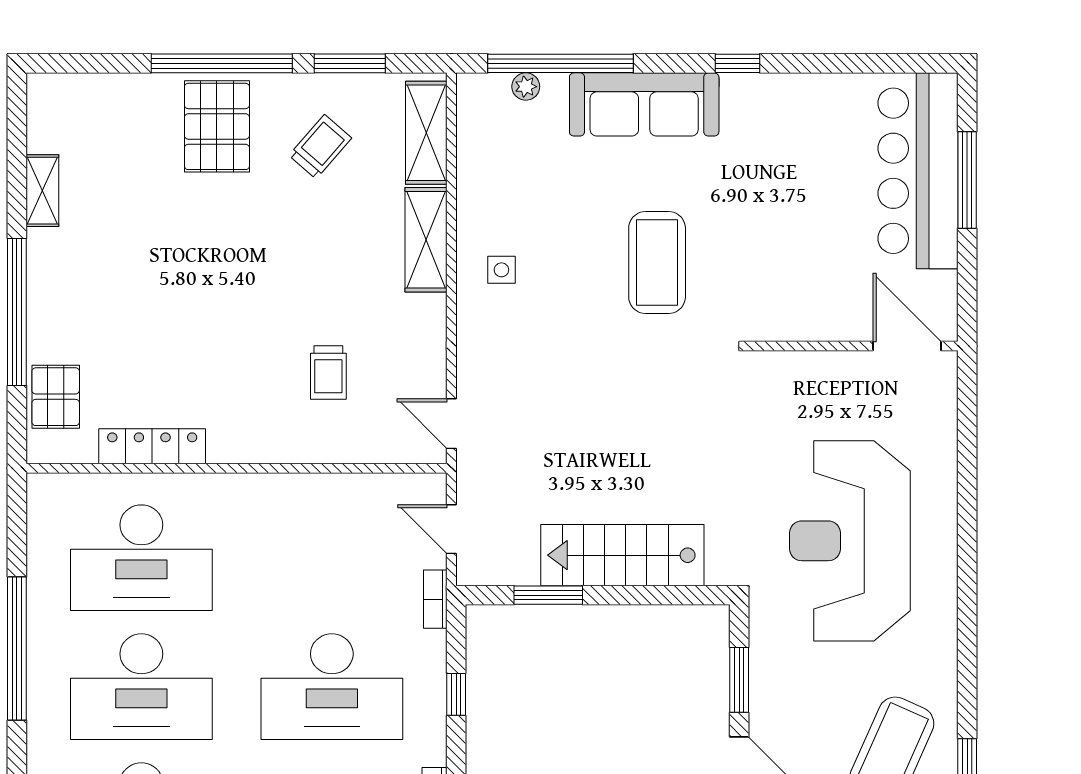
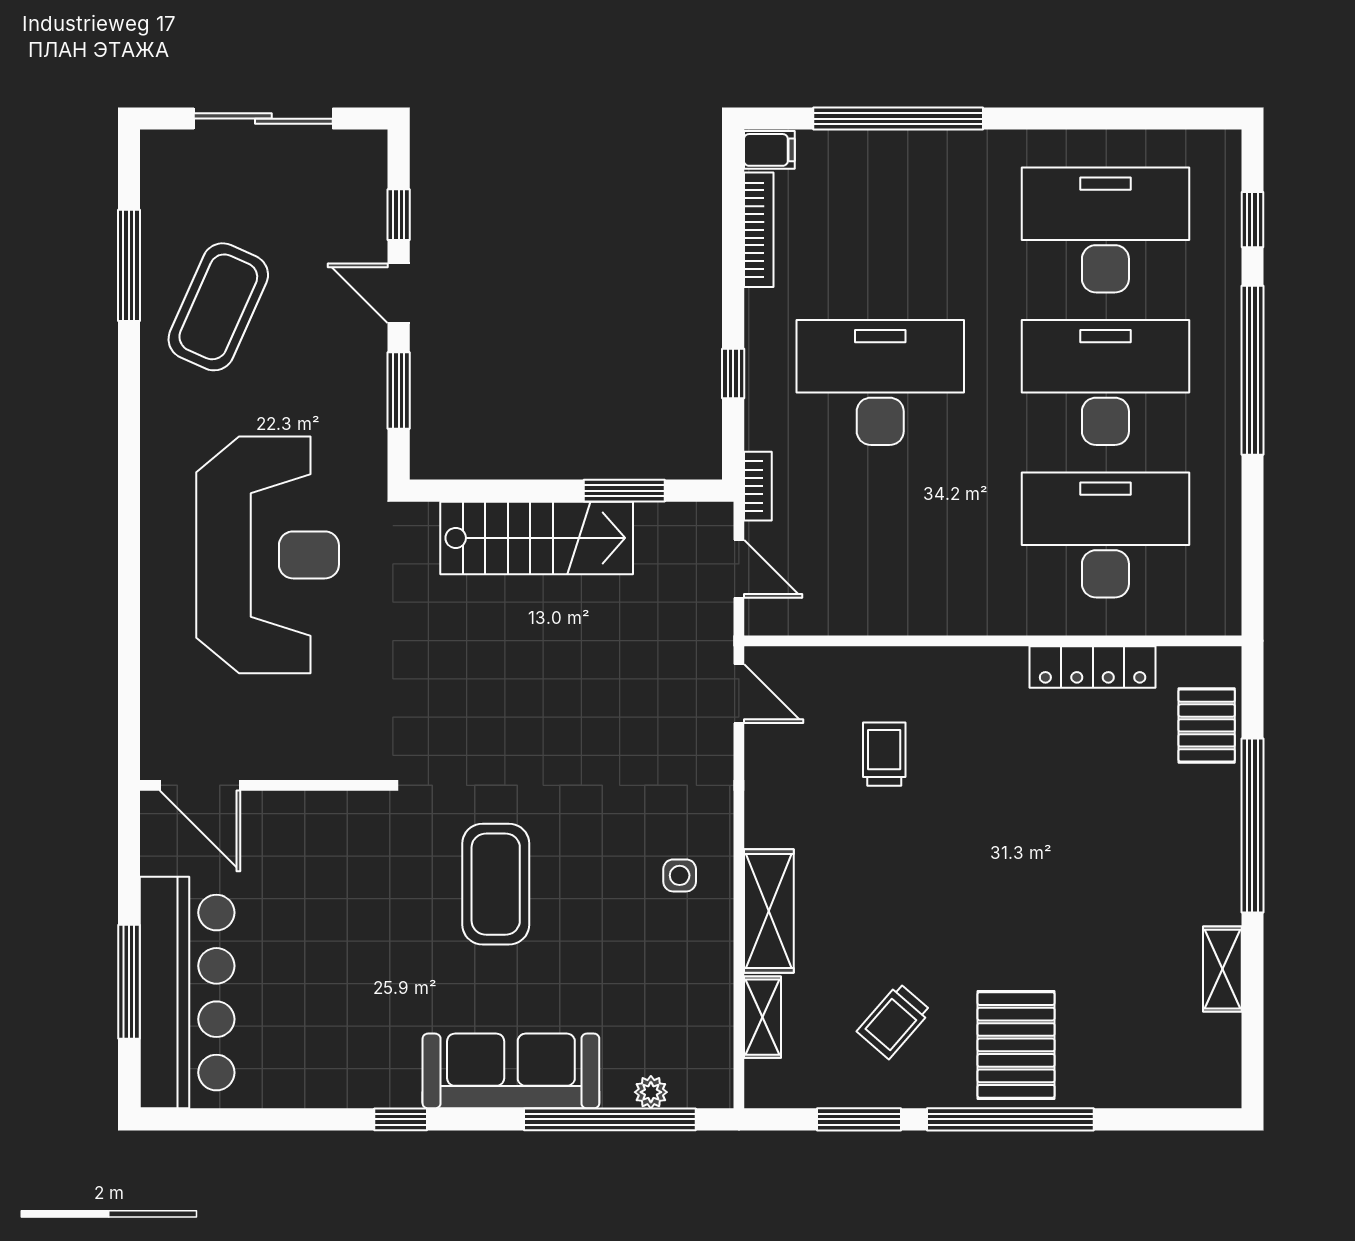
shelving: (426, 133) -> (762, 1017), width x0.67, depth x0.75
window: (17, 648) -> (1252, 370), moved

